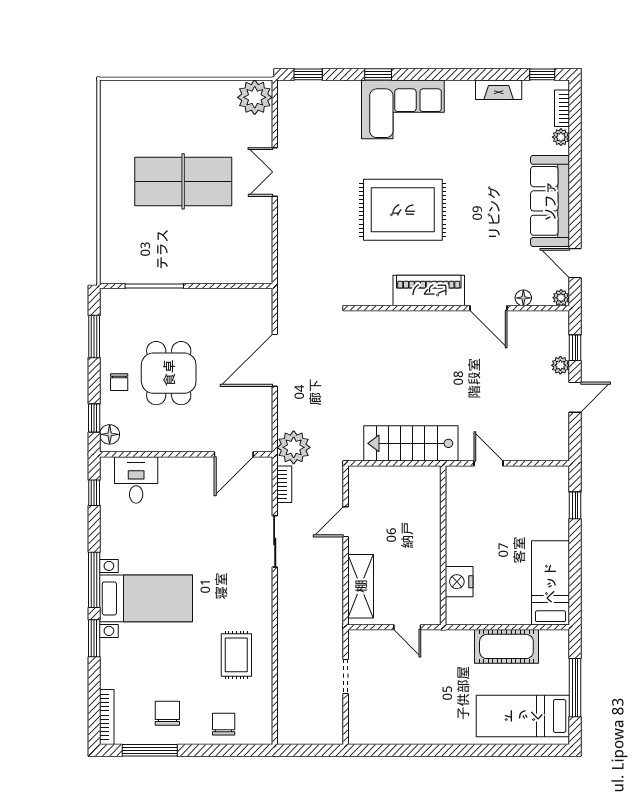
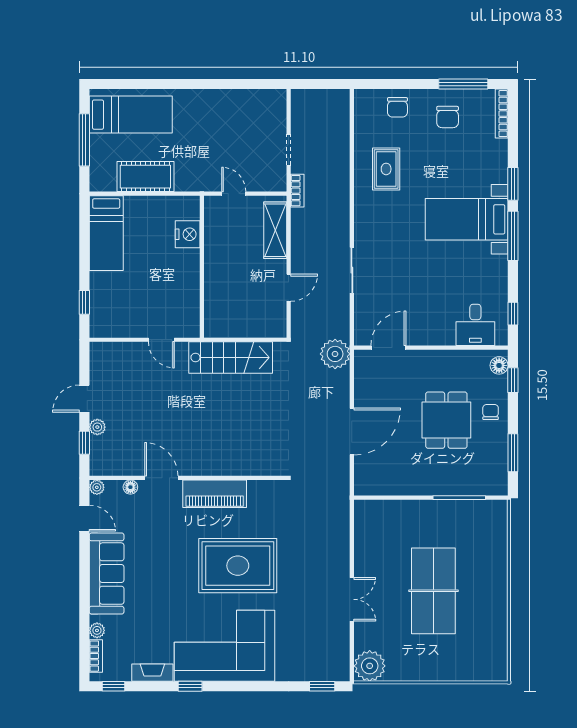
window: (378, 74) -> (190, 686), moved
corner sofa: (403, 109) -> (224, 646), width x1.36, depth x1.36
table tennis table: (183, 181) -> (433, 591), turned 90
bookcase: (284, 484) -> (297, 191), moved, turned 180

